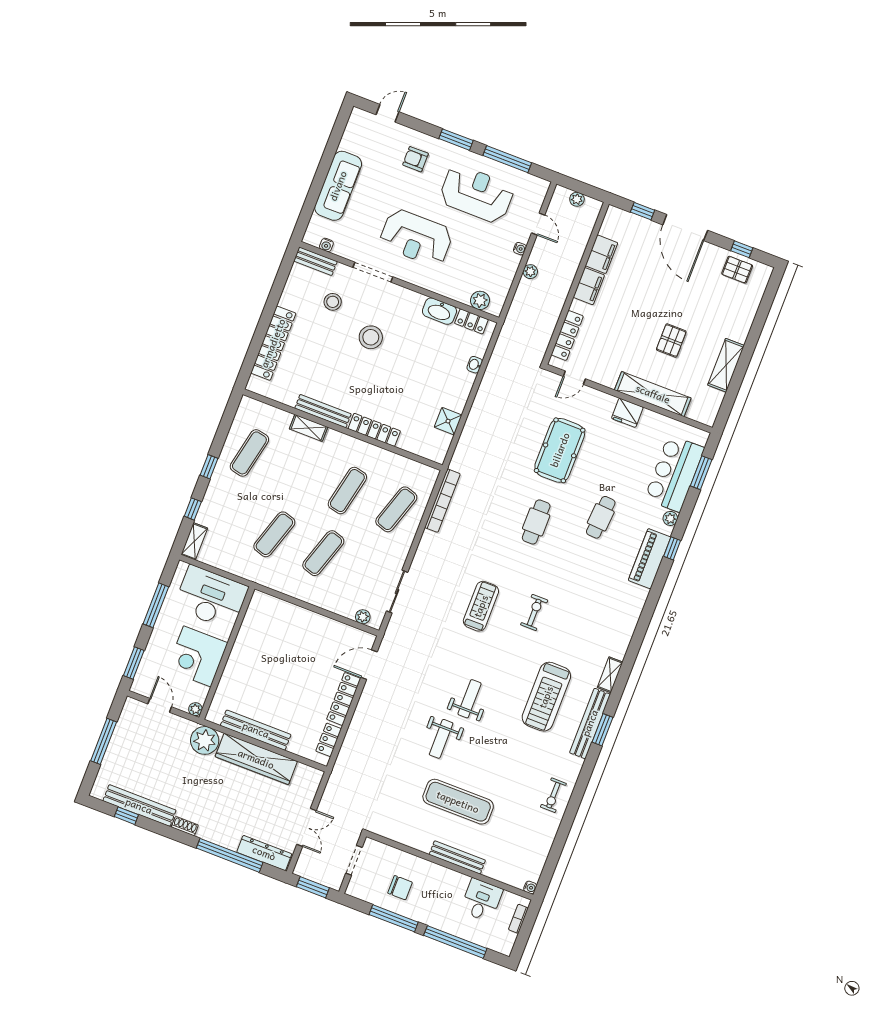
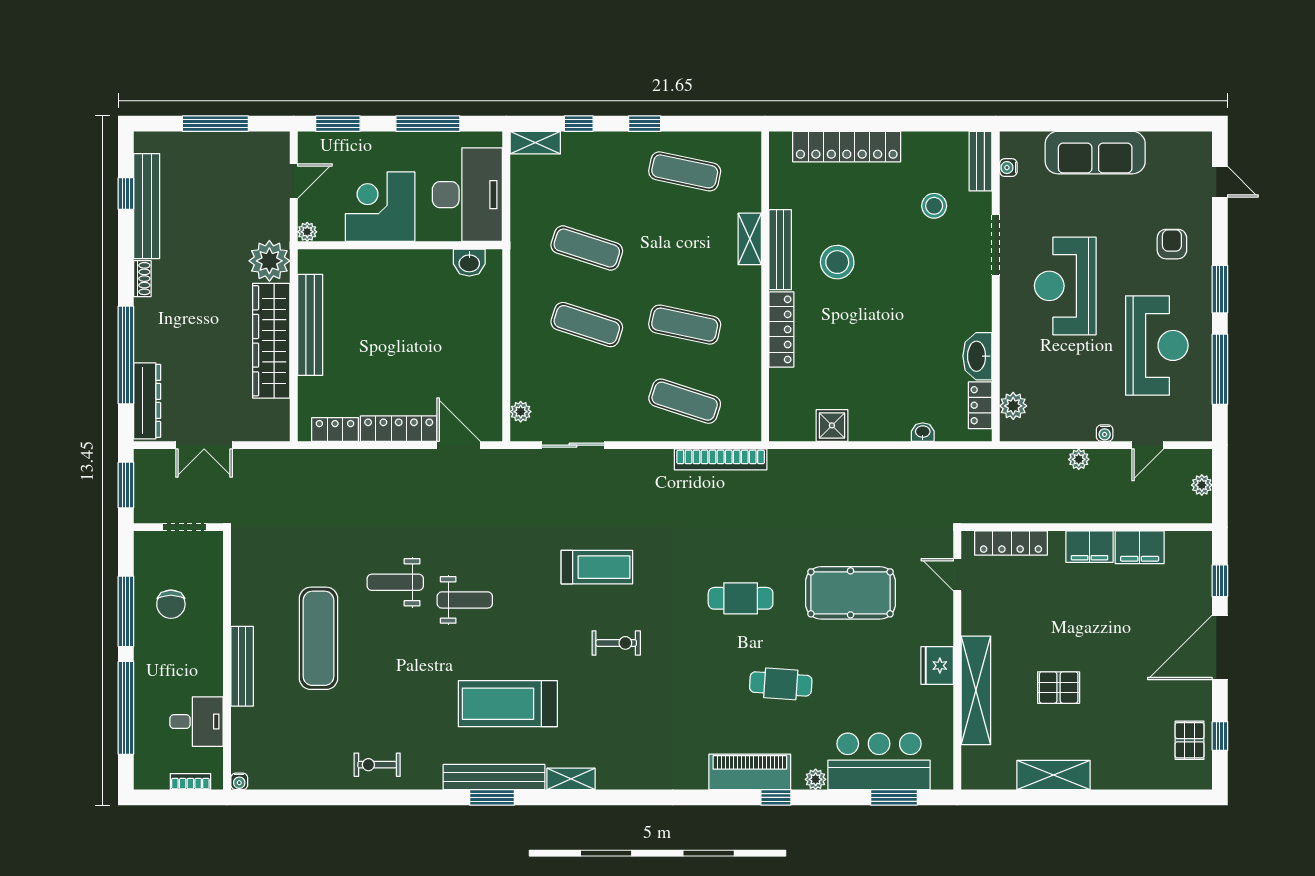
stool: (371, 337) -> (837, 262), moved
washbasin: (255, 613) -> (469, 263), added

